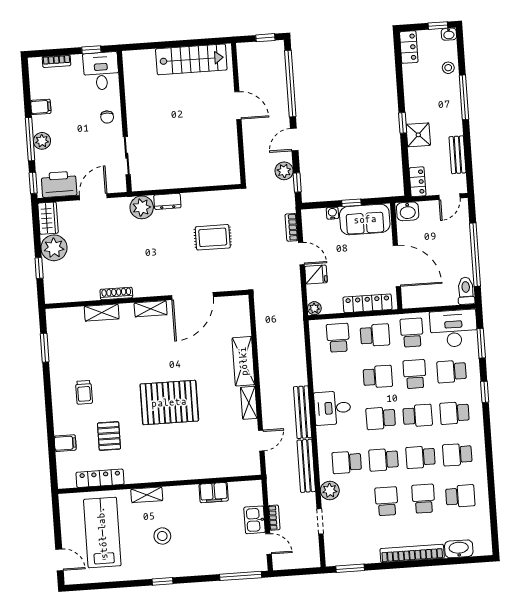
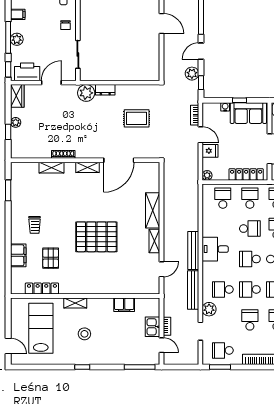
plant: (54, 248) -> (16, 122), width x0.53, depth x0.53
school desk: (375, 335) -> (250, 198), turned -90
filing cabinet: (65, 443) -> (18, 255), width x2.00
school desk: (352, 545) -> (223, 350), added

